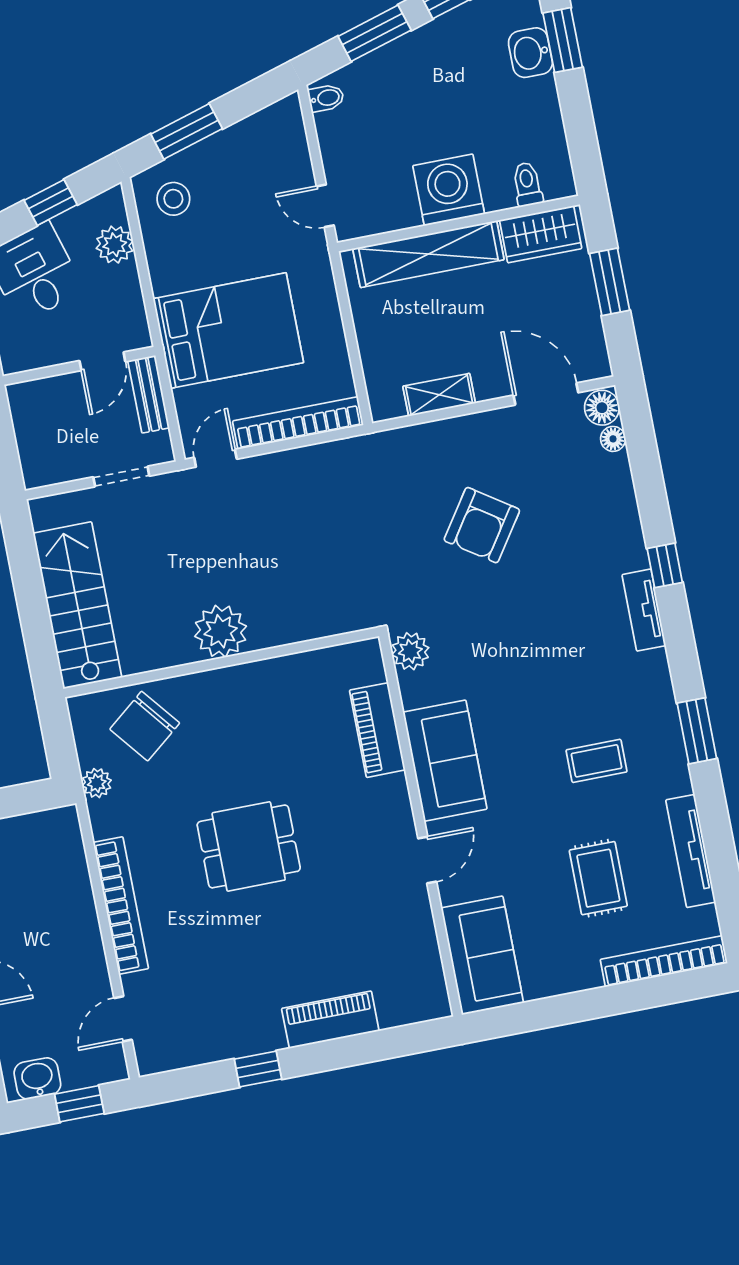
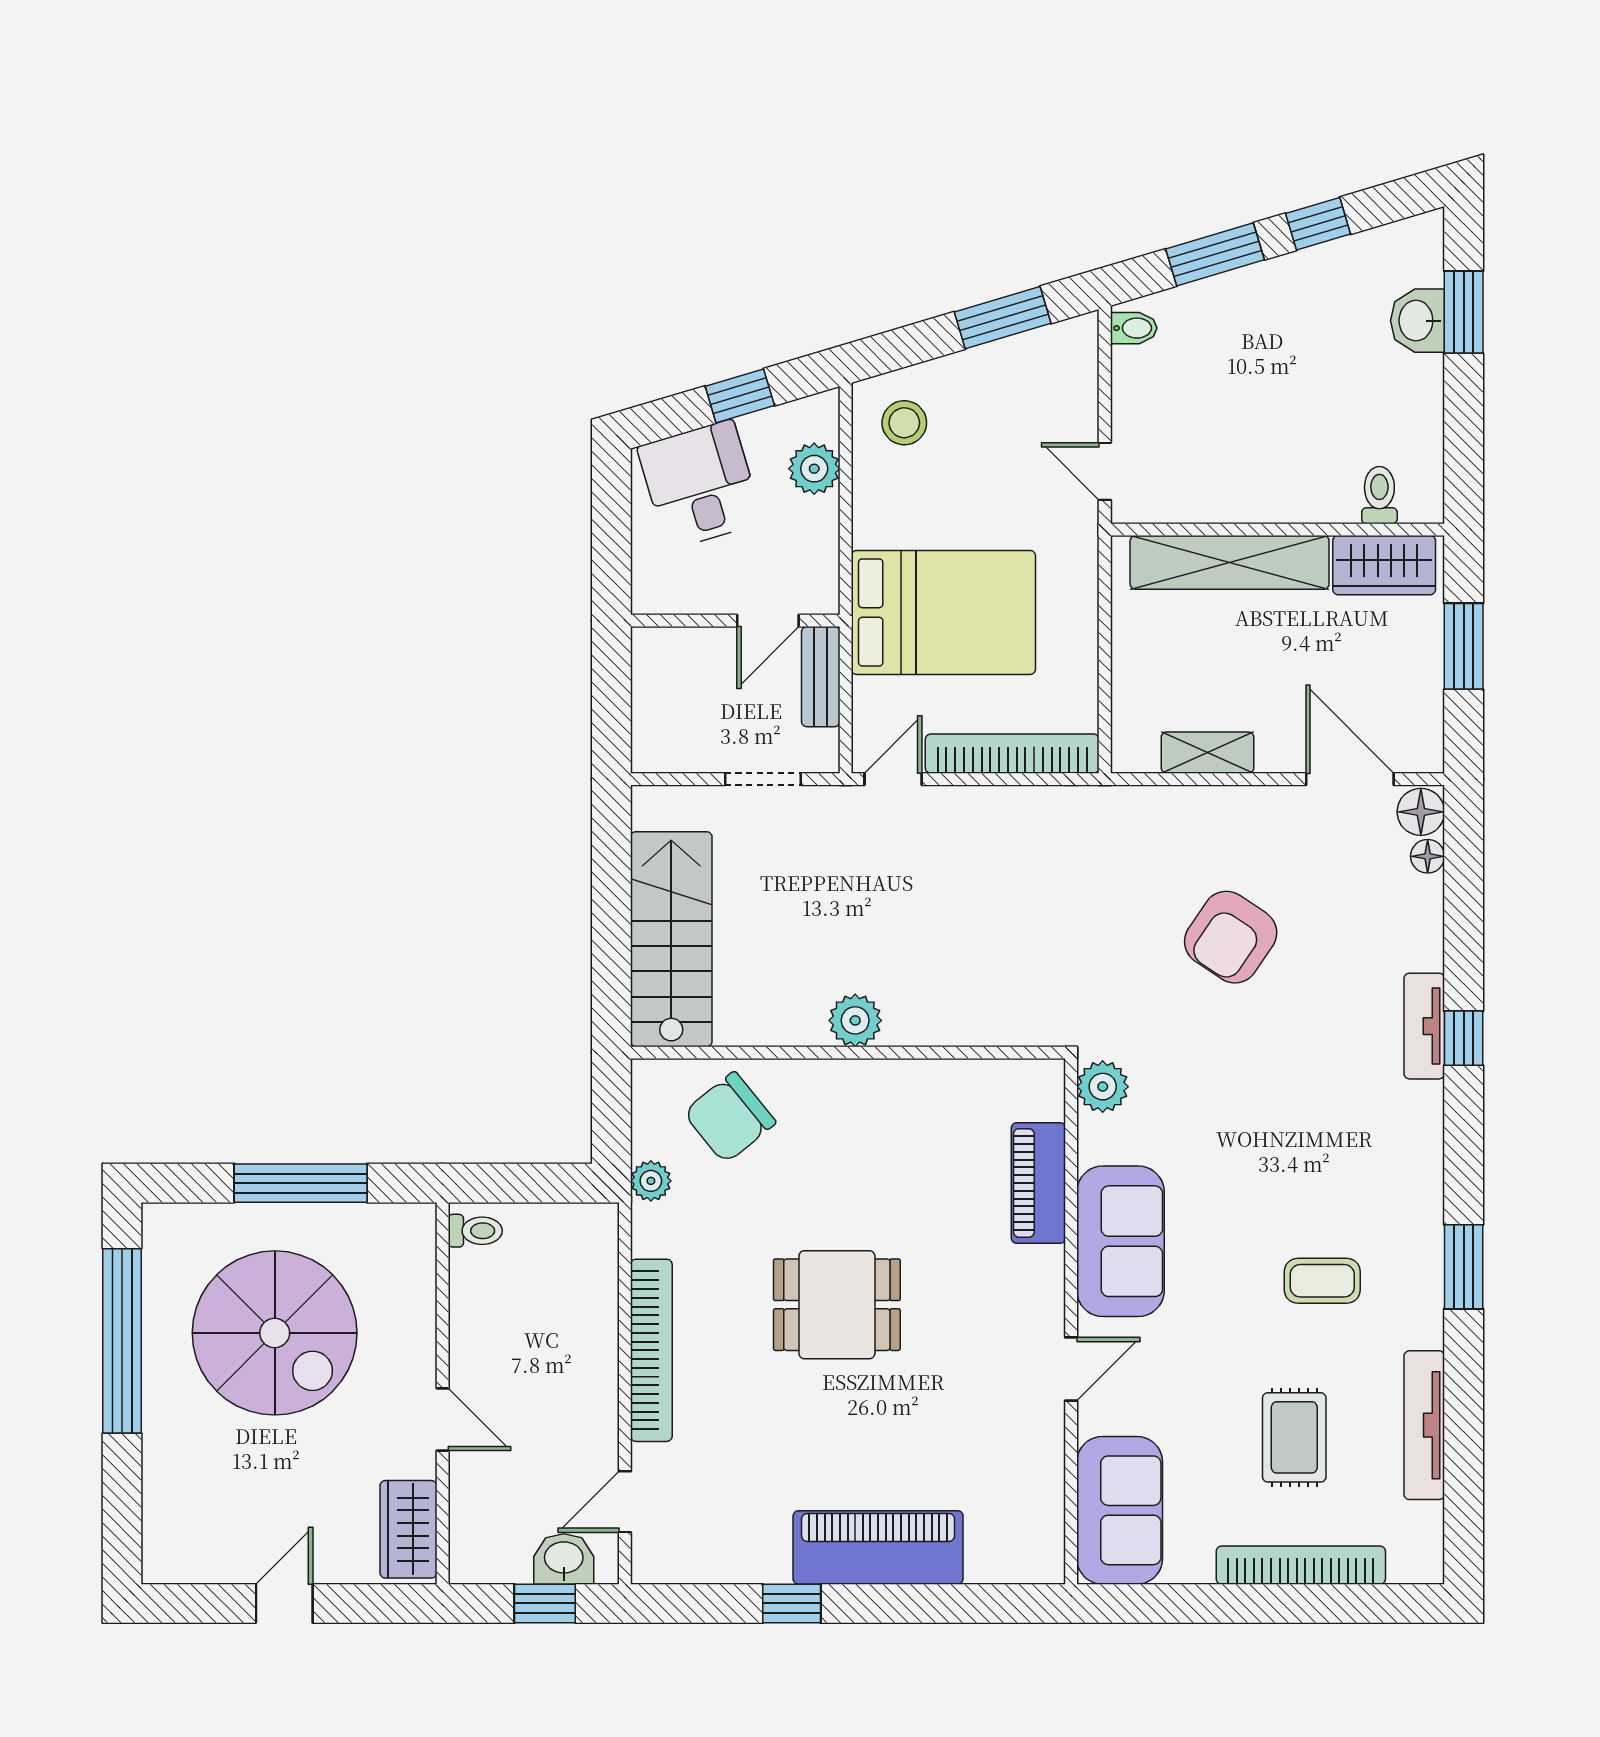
window: (187, 131) -> (1003, 318), moved
washing machine: (449, 190) -> (1273, 482), removed
tv unit: (644, 610) -> (1424, 1026), moved
plant: (221, 631) -> (855, 1020), width x0.73, depth x0.73
bookcase: (664, 961) -> (1301, 1565), moved
piano: (330, 1020) -> (878, 1547), width x1.37, depth x1.33
washbasin: (37, 1078) -> (564, 1559), moved

